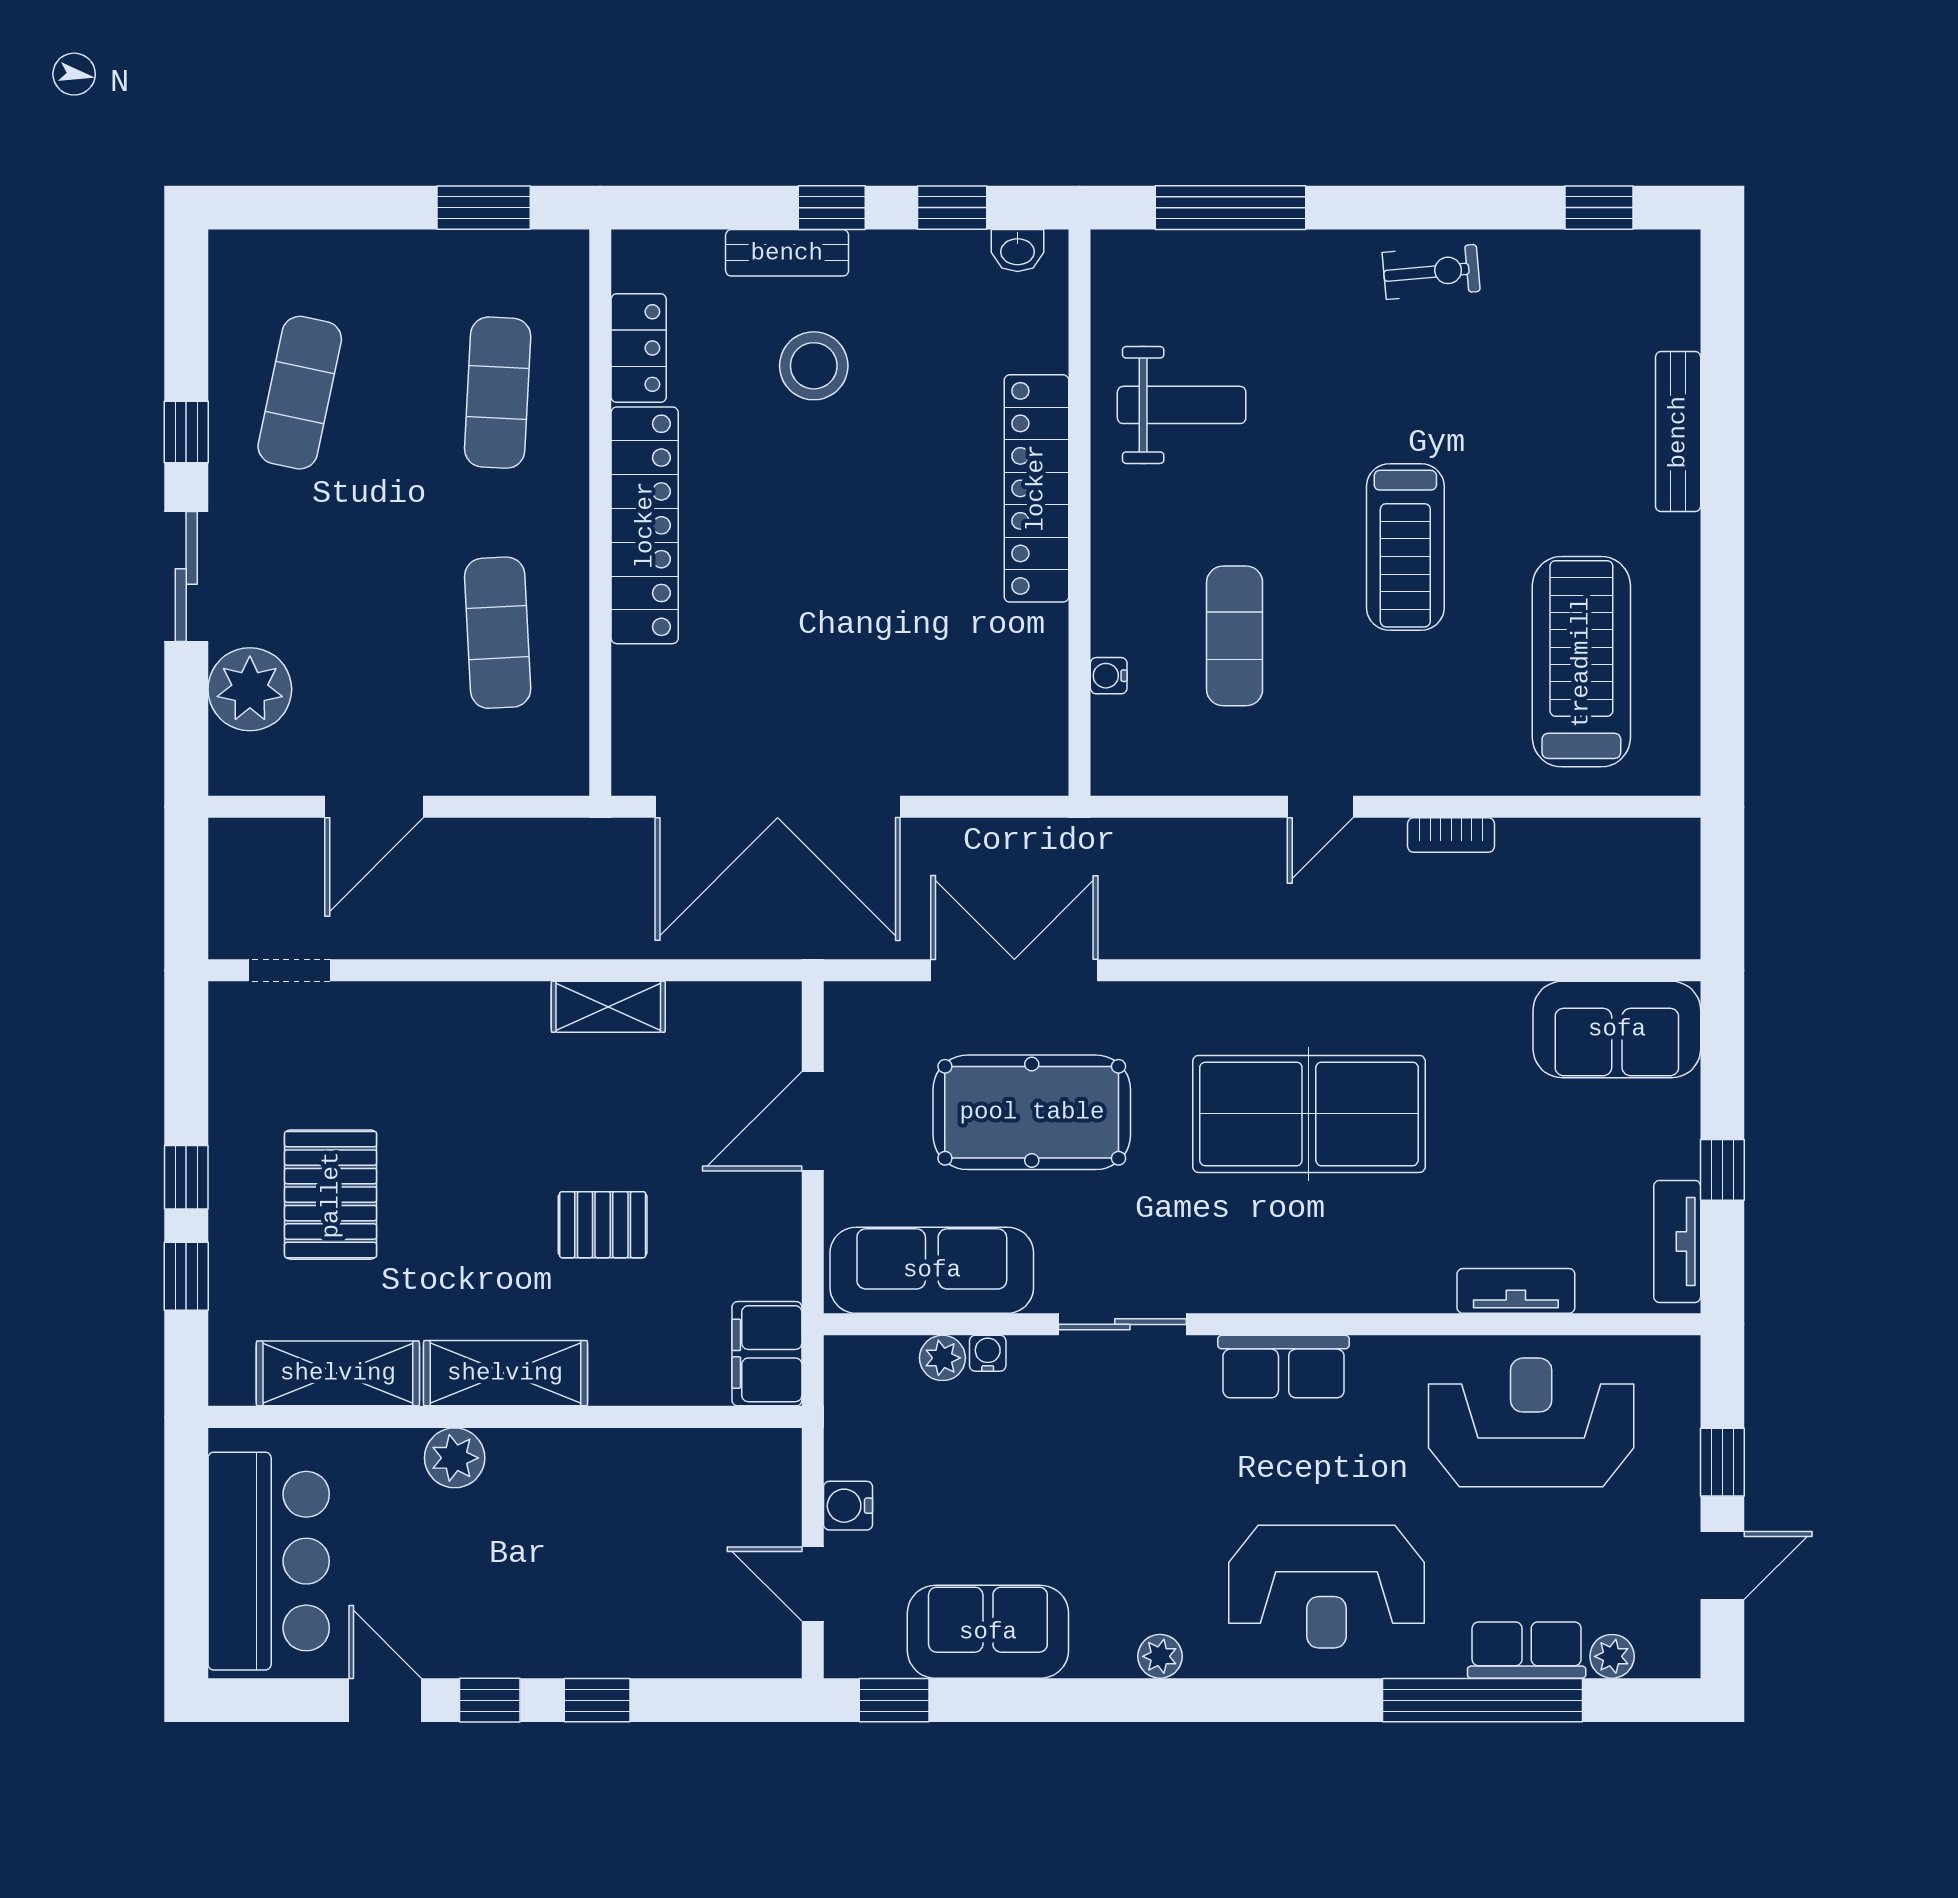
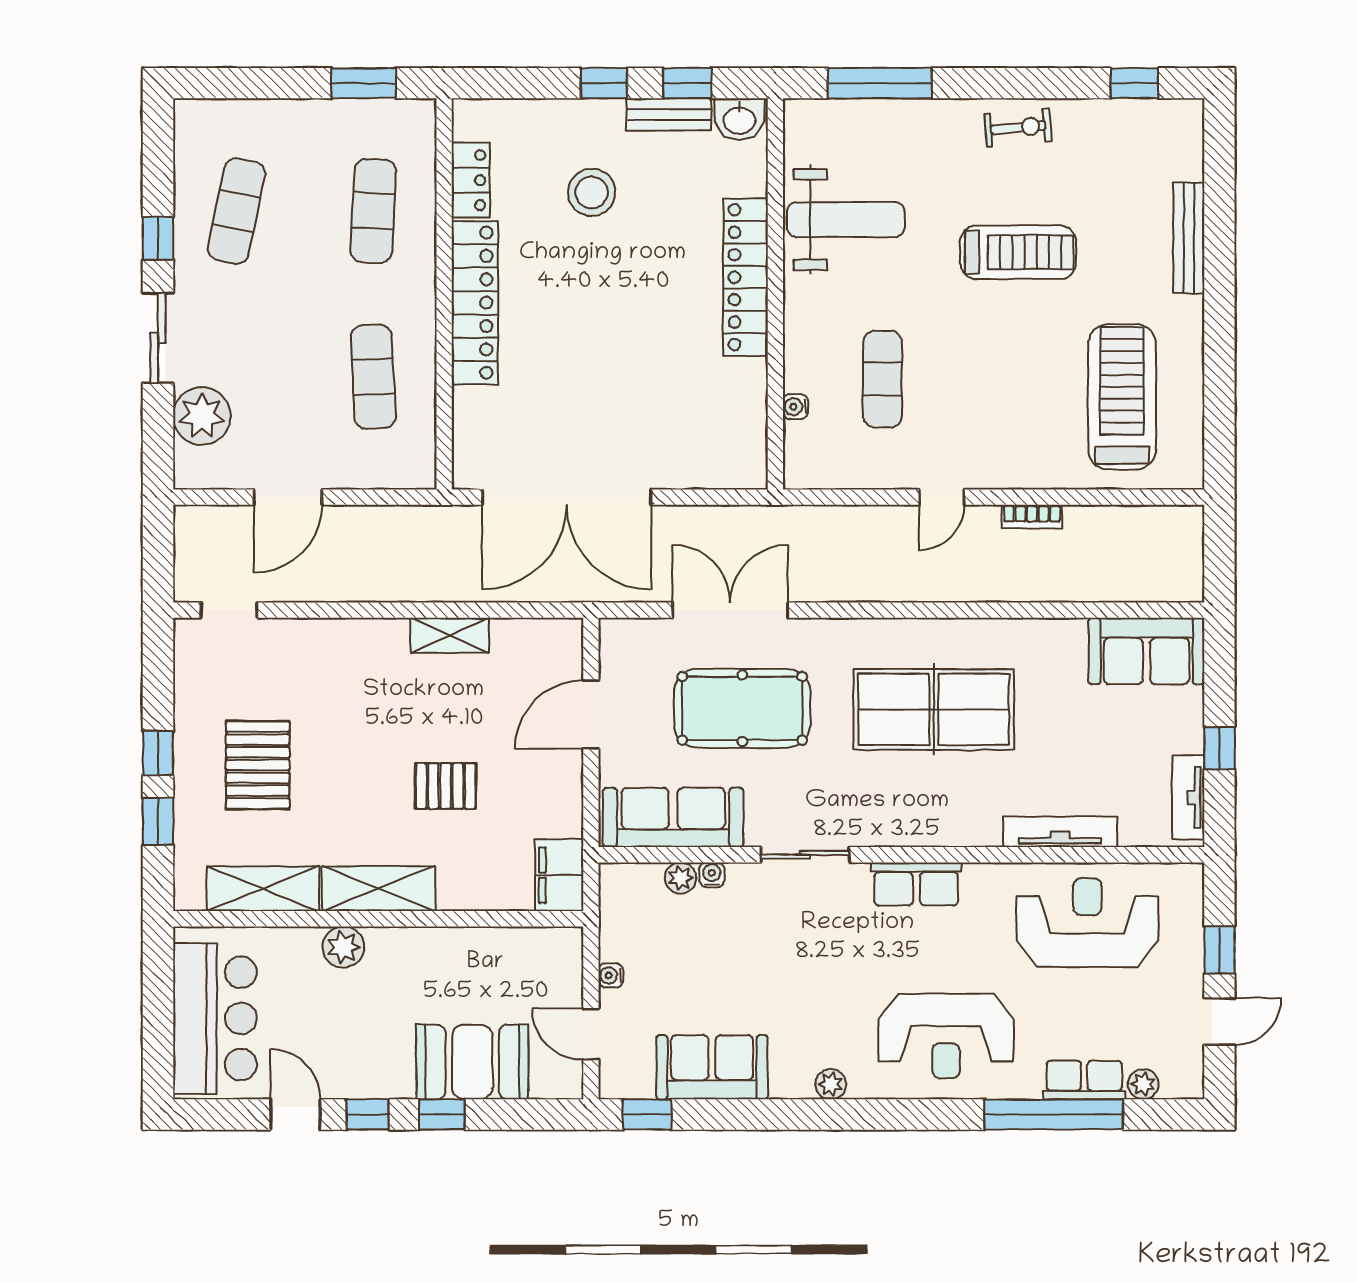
washbasin: (1018, 250) -> (739, 119), width x1.38, depth x1.45
bench: (787, 253) -> (669, 114), moved
weight bench: (1182, 405) -> (846, 220), width x1.36, depth x1.33
treadmill: (1405, 547) -> (1018, 252), moved, turned -90
tv unit: (1516, 1291) -> (1060, 832), width x1.41
water cooler: (848, 1506) -> (611, 975), width x0.72, depth x0.72
booth: (641, 1624) -> (472, 1062), added

